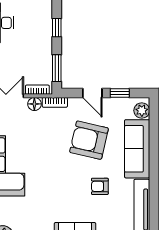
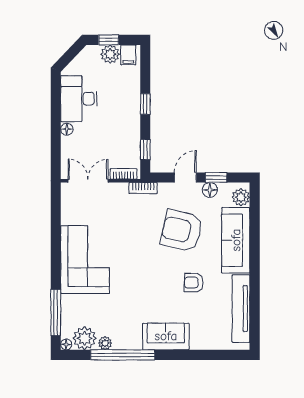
window: (57, 68) -> (145, 150), width x0.67
door: (92, 93) -> (185, 177), swing flipped
floor lamp: (34, 104) -> (210, 190), moved

